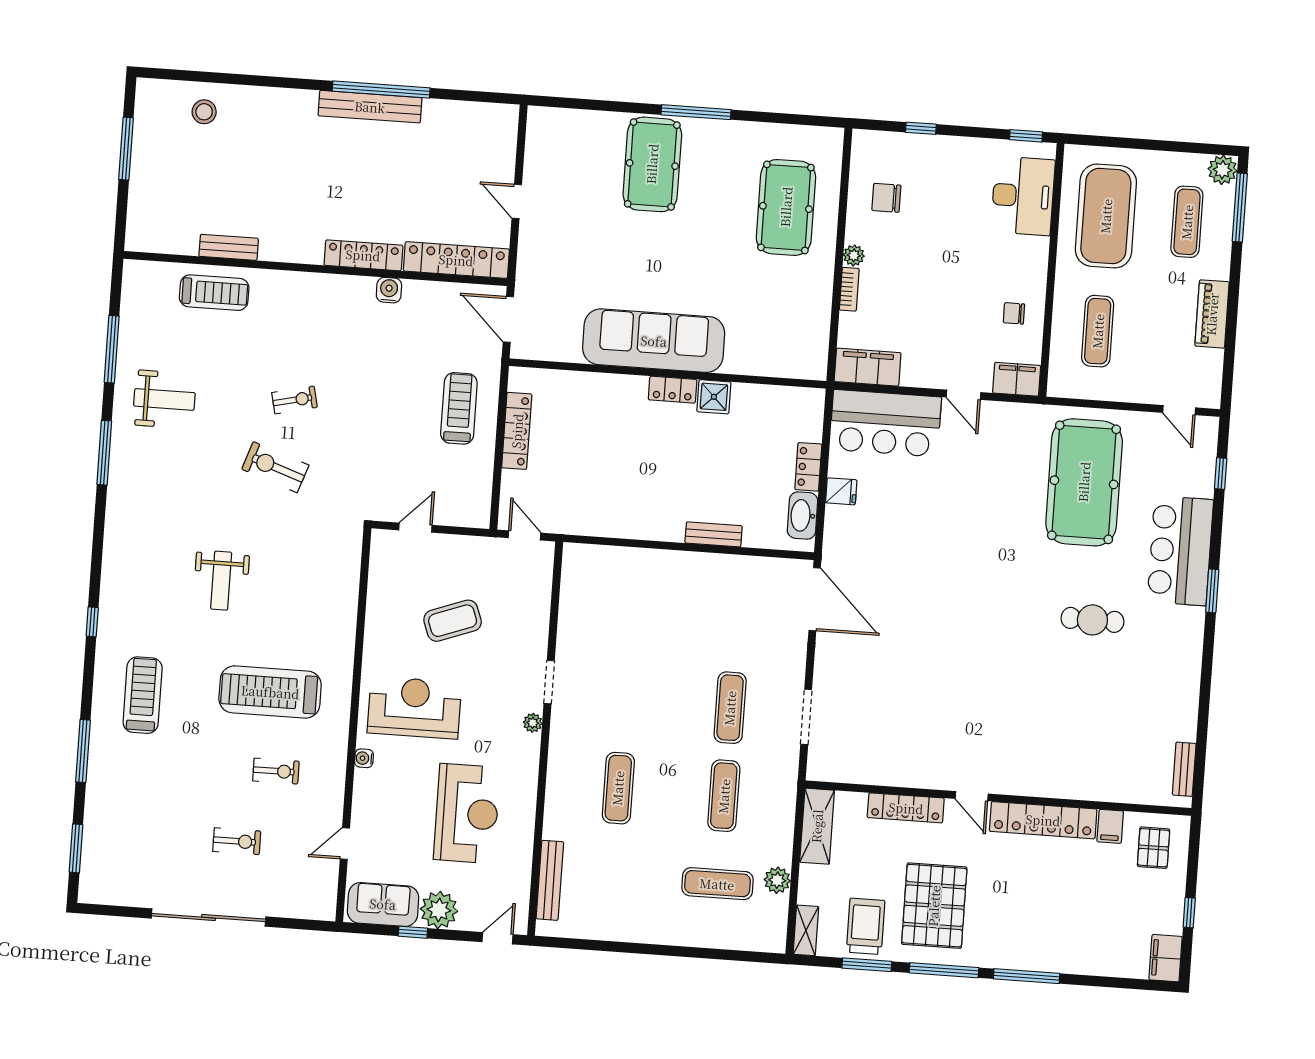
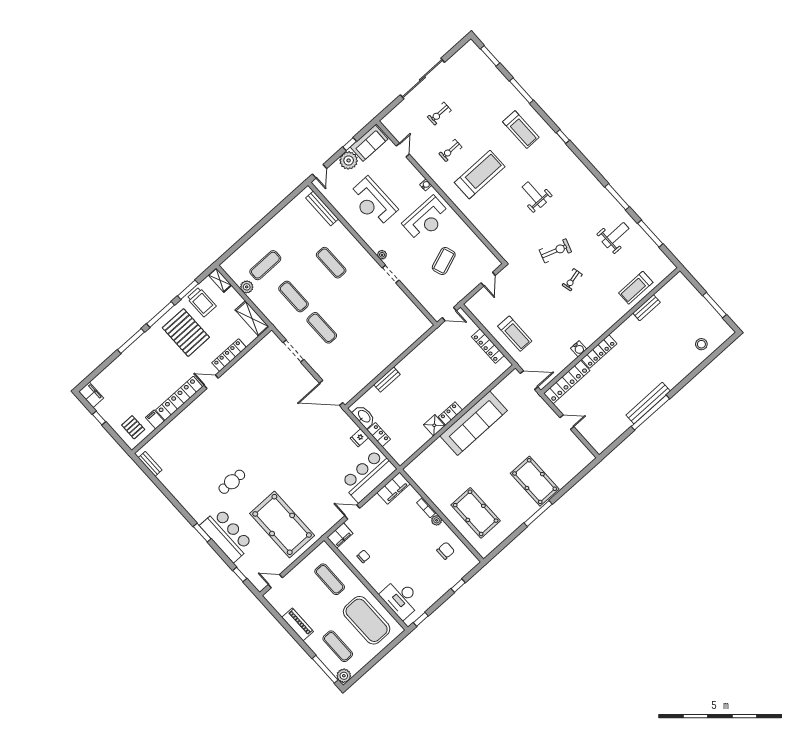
weight bench: (164, 399) -> (615, 235), turned 180

